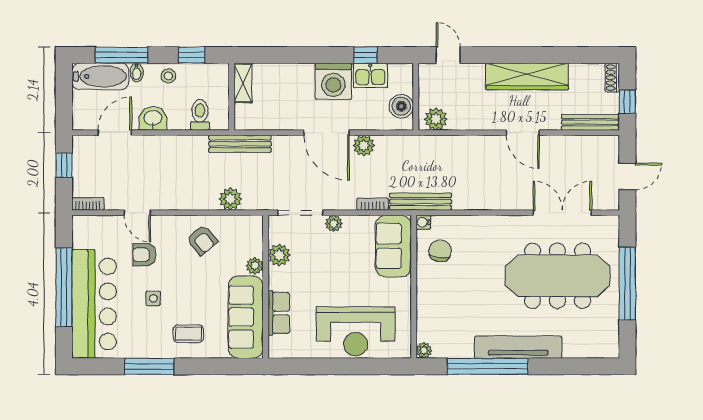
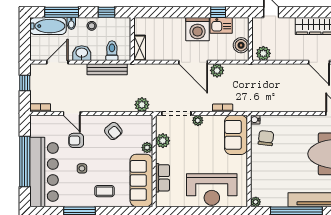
shelving: (243, 83) -> (140, 48), moved
bench: (240, 144) -> (107, 69), moved
plant: (230, 199) -> (142, 105), moved
bench: (421, 202) -> (253, 106), removed

